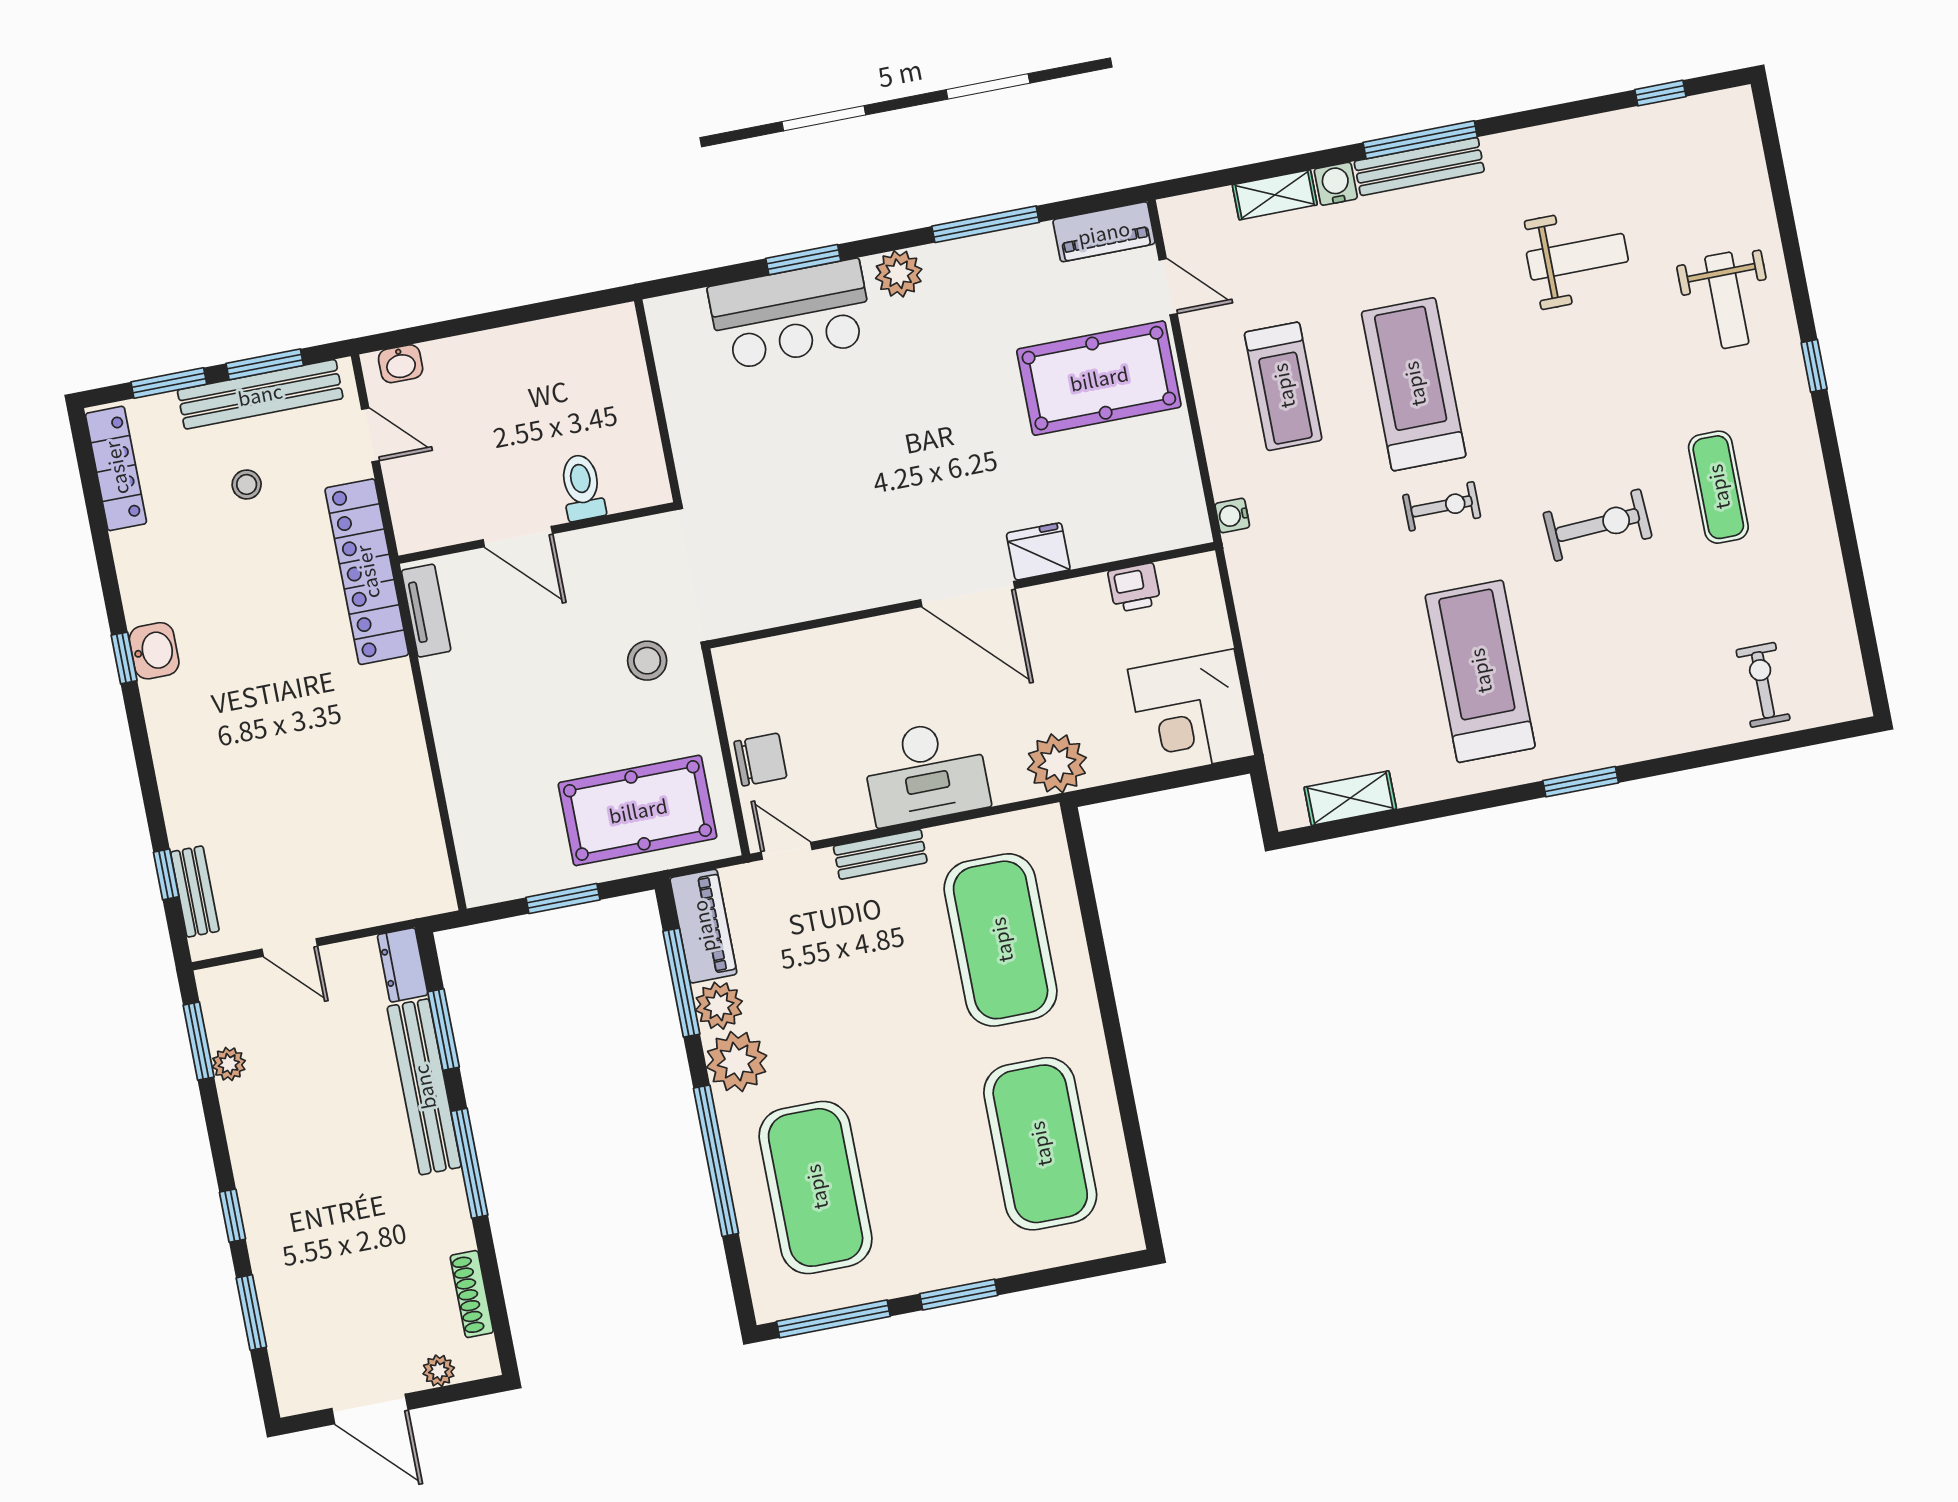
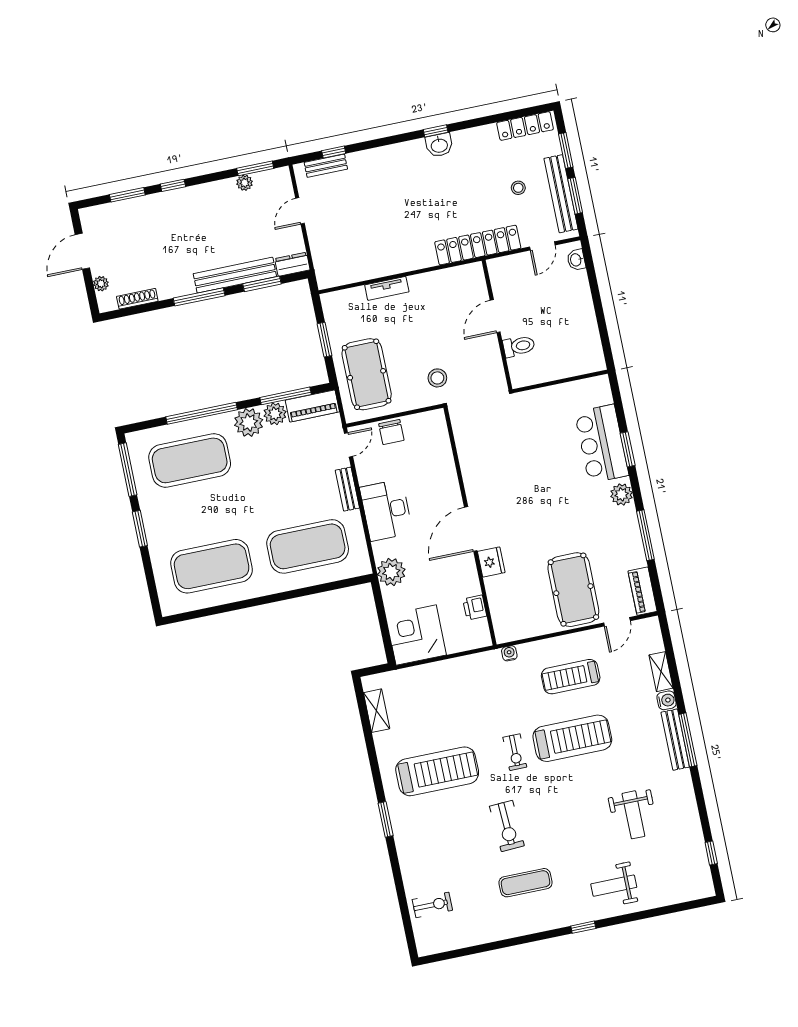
tv unit: (426, 611) -> (387, 288), moved

